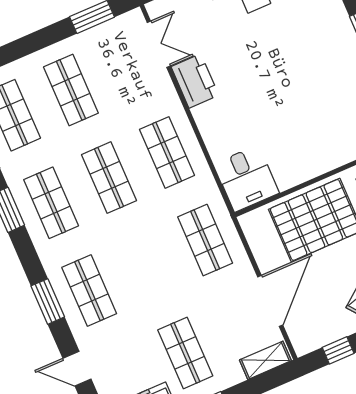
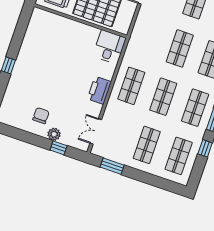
printer: (195, 81) -> (99, 90), moved
shop shelf: (205, 240) -> (180, 48), moved

